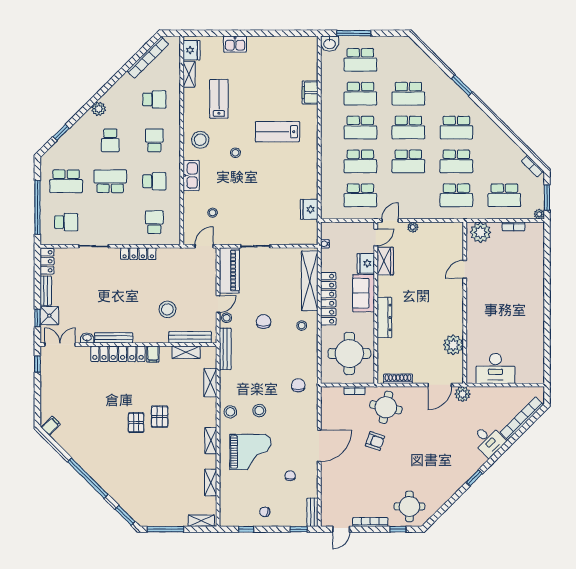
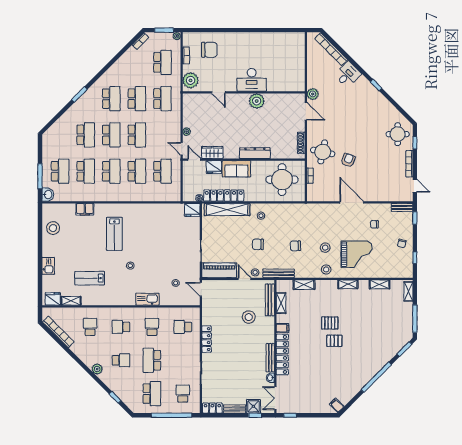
stool: (200, 140) -> (53, 228), moved
fridge: (309, 209) -> (192, 210), moved
chair: (521, 257) -> (209, 50), added
locker: (328, 299) -> (224, 196), moved
plant: (453, 345) -> (257, 101), moved
desk: (495, 368) -> (252, 80), moved, turned 90
chair: (298, 385) -> (295, 246), moved
grand piano: (250, 452) -> (356, 254), turned 90

